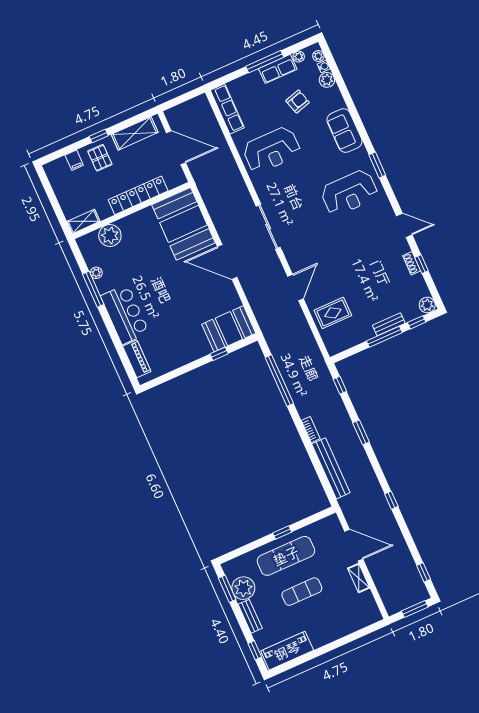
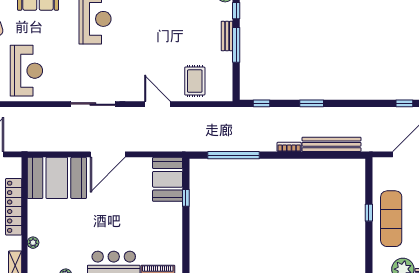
plant: (110, 235) -> (33, 243), width x0.53, depth x0.53
window: (391, 500) -> (404, 103), moved

